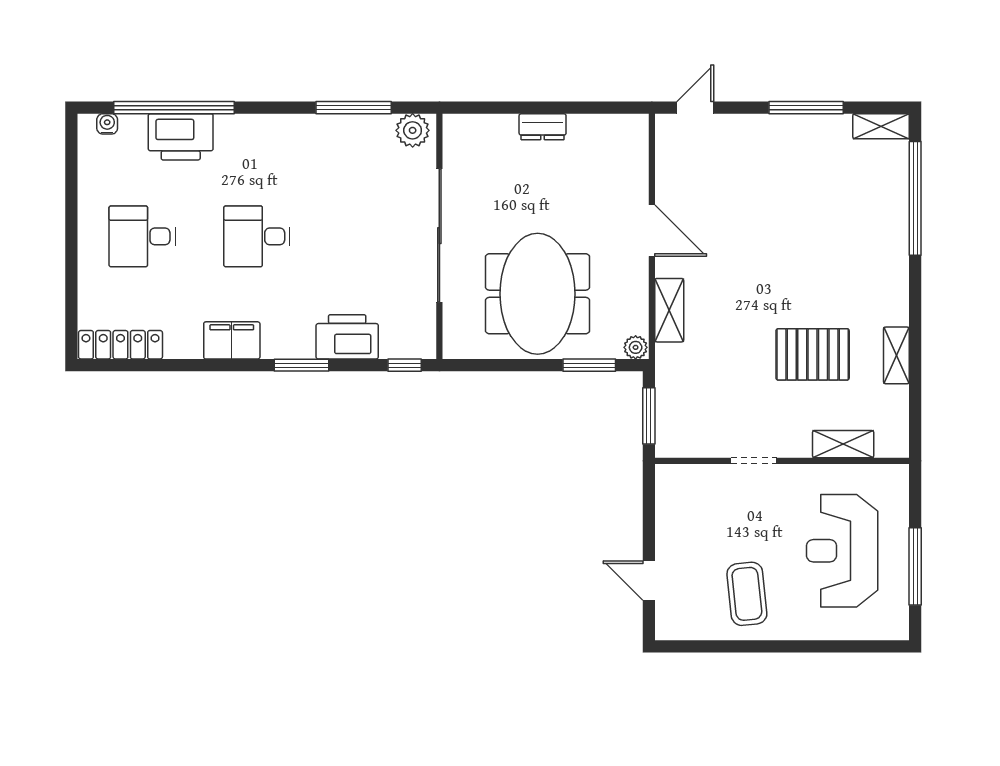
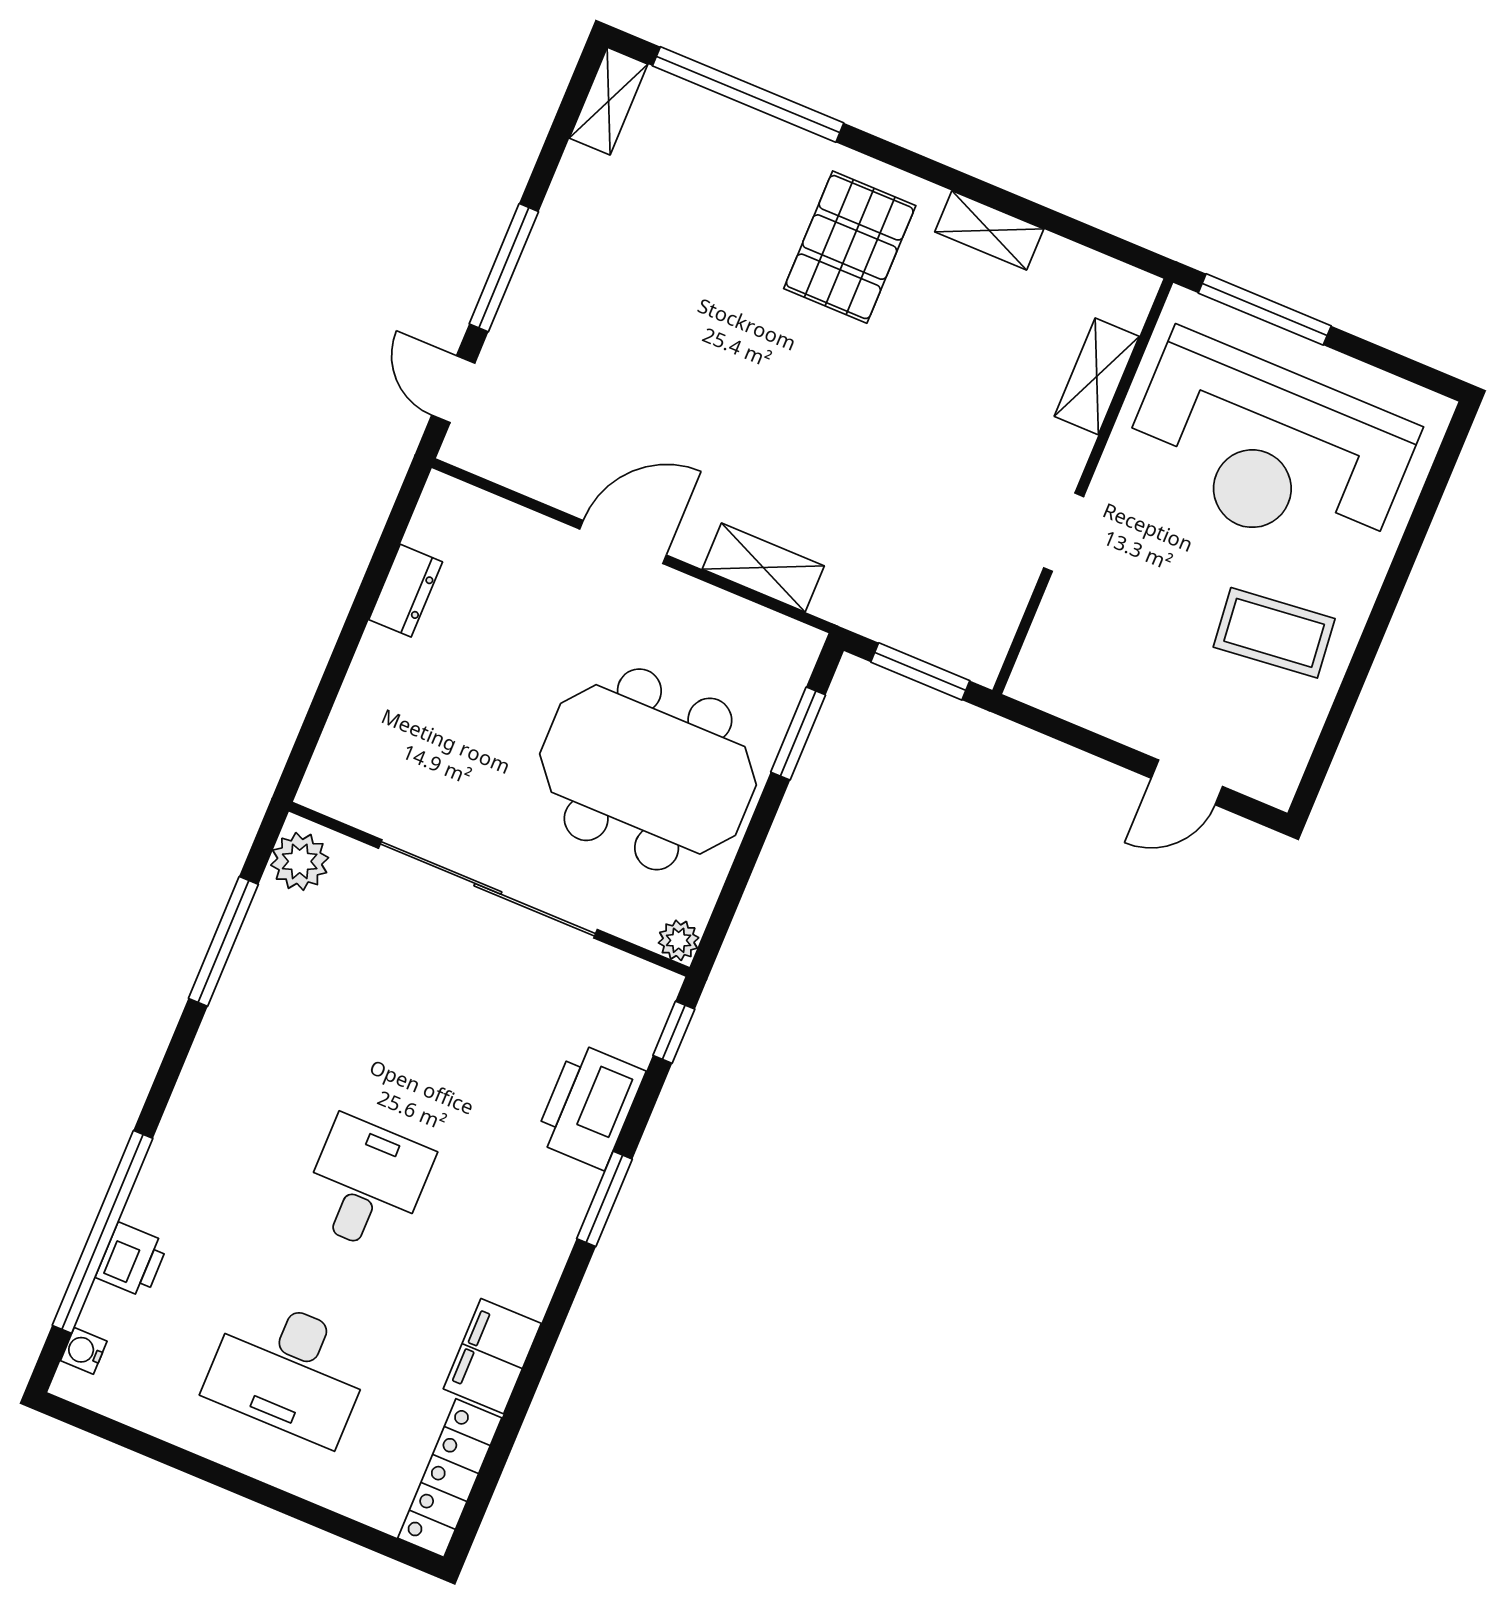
window: (806, 108) -> (504, 268), moved
dresser: (543, 127) -> (406, 591), moved
printer: (181, 137) -> (132, 1260), width x0.53, depth x0.68
desk: (142, 236) -> (289, 1370), width x1.37
desk: (257, 236) -> (366, 1184), turned 180
filing cabinet: (232, 340) -> (492, 1356), moved
plant: (636, 347) -> (679, 940), moved
pallet: (813, 354) -> (850, 247), moved
reception desk: (842, 551) -> (1269, 450), width x1.36, depth x1.30
window: (915, 566) -> (1265, 309), moved

